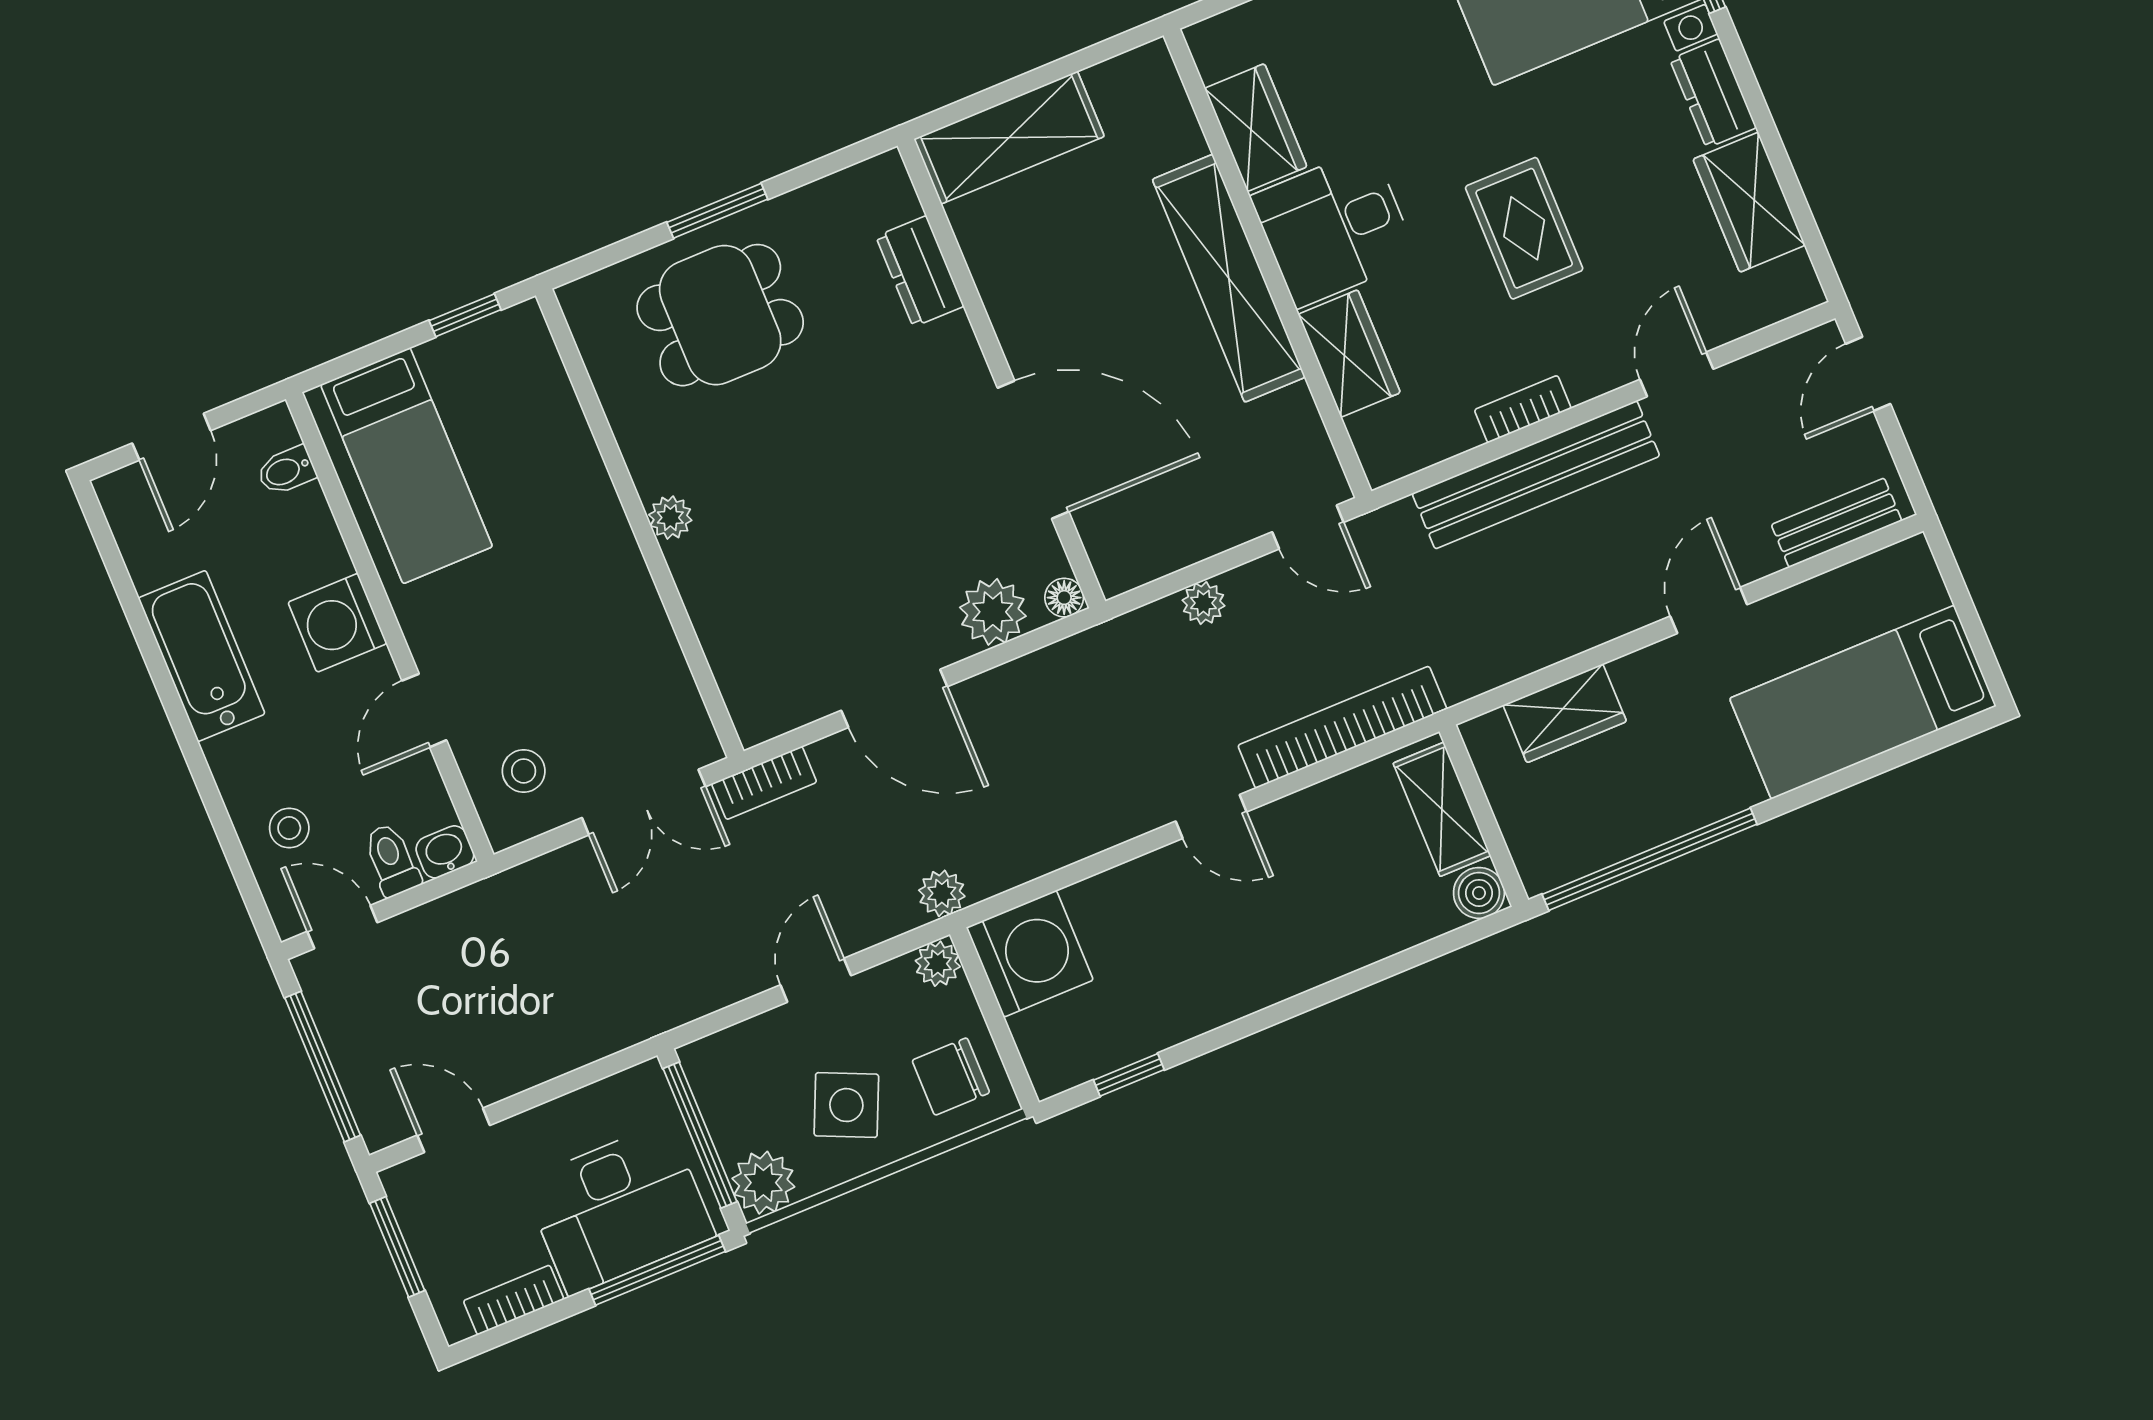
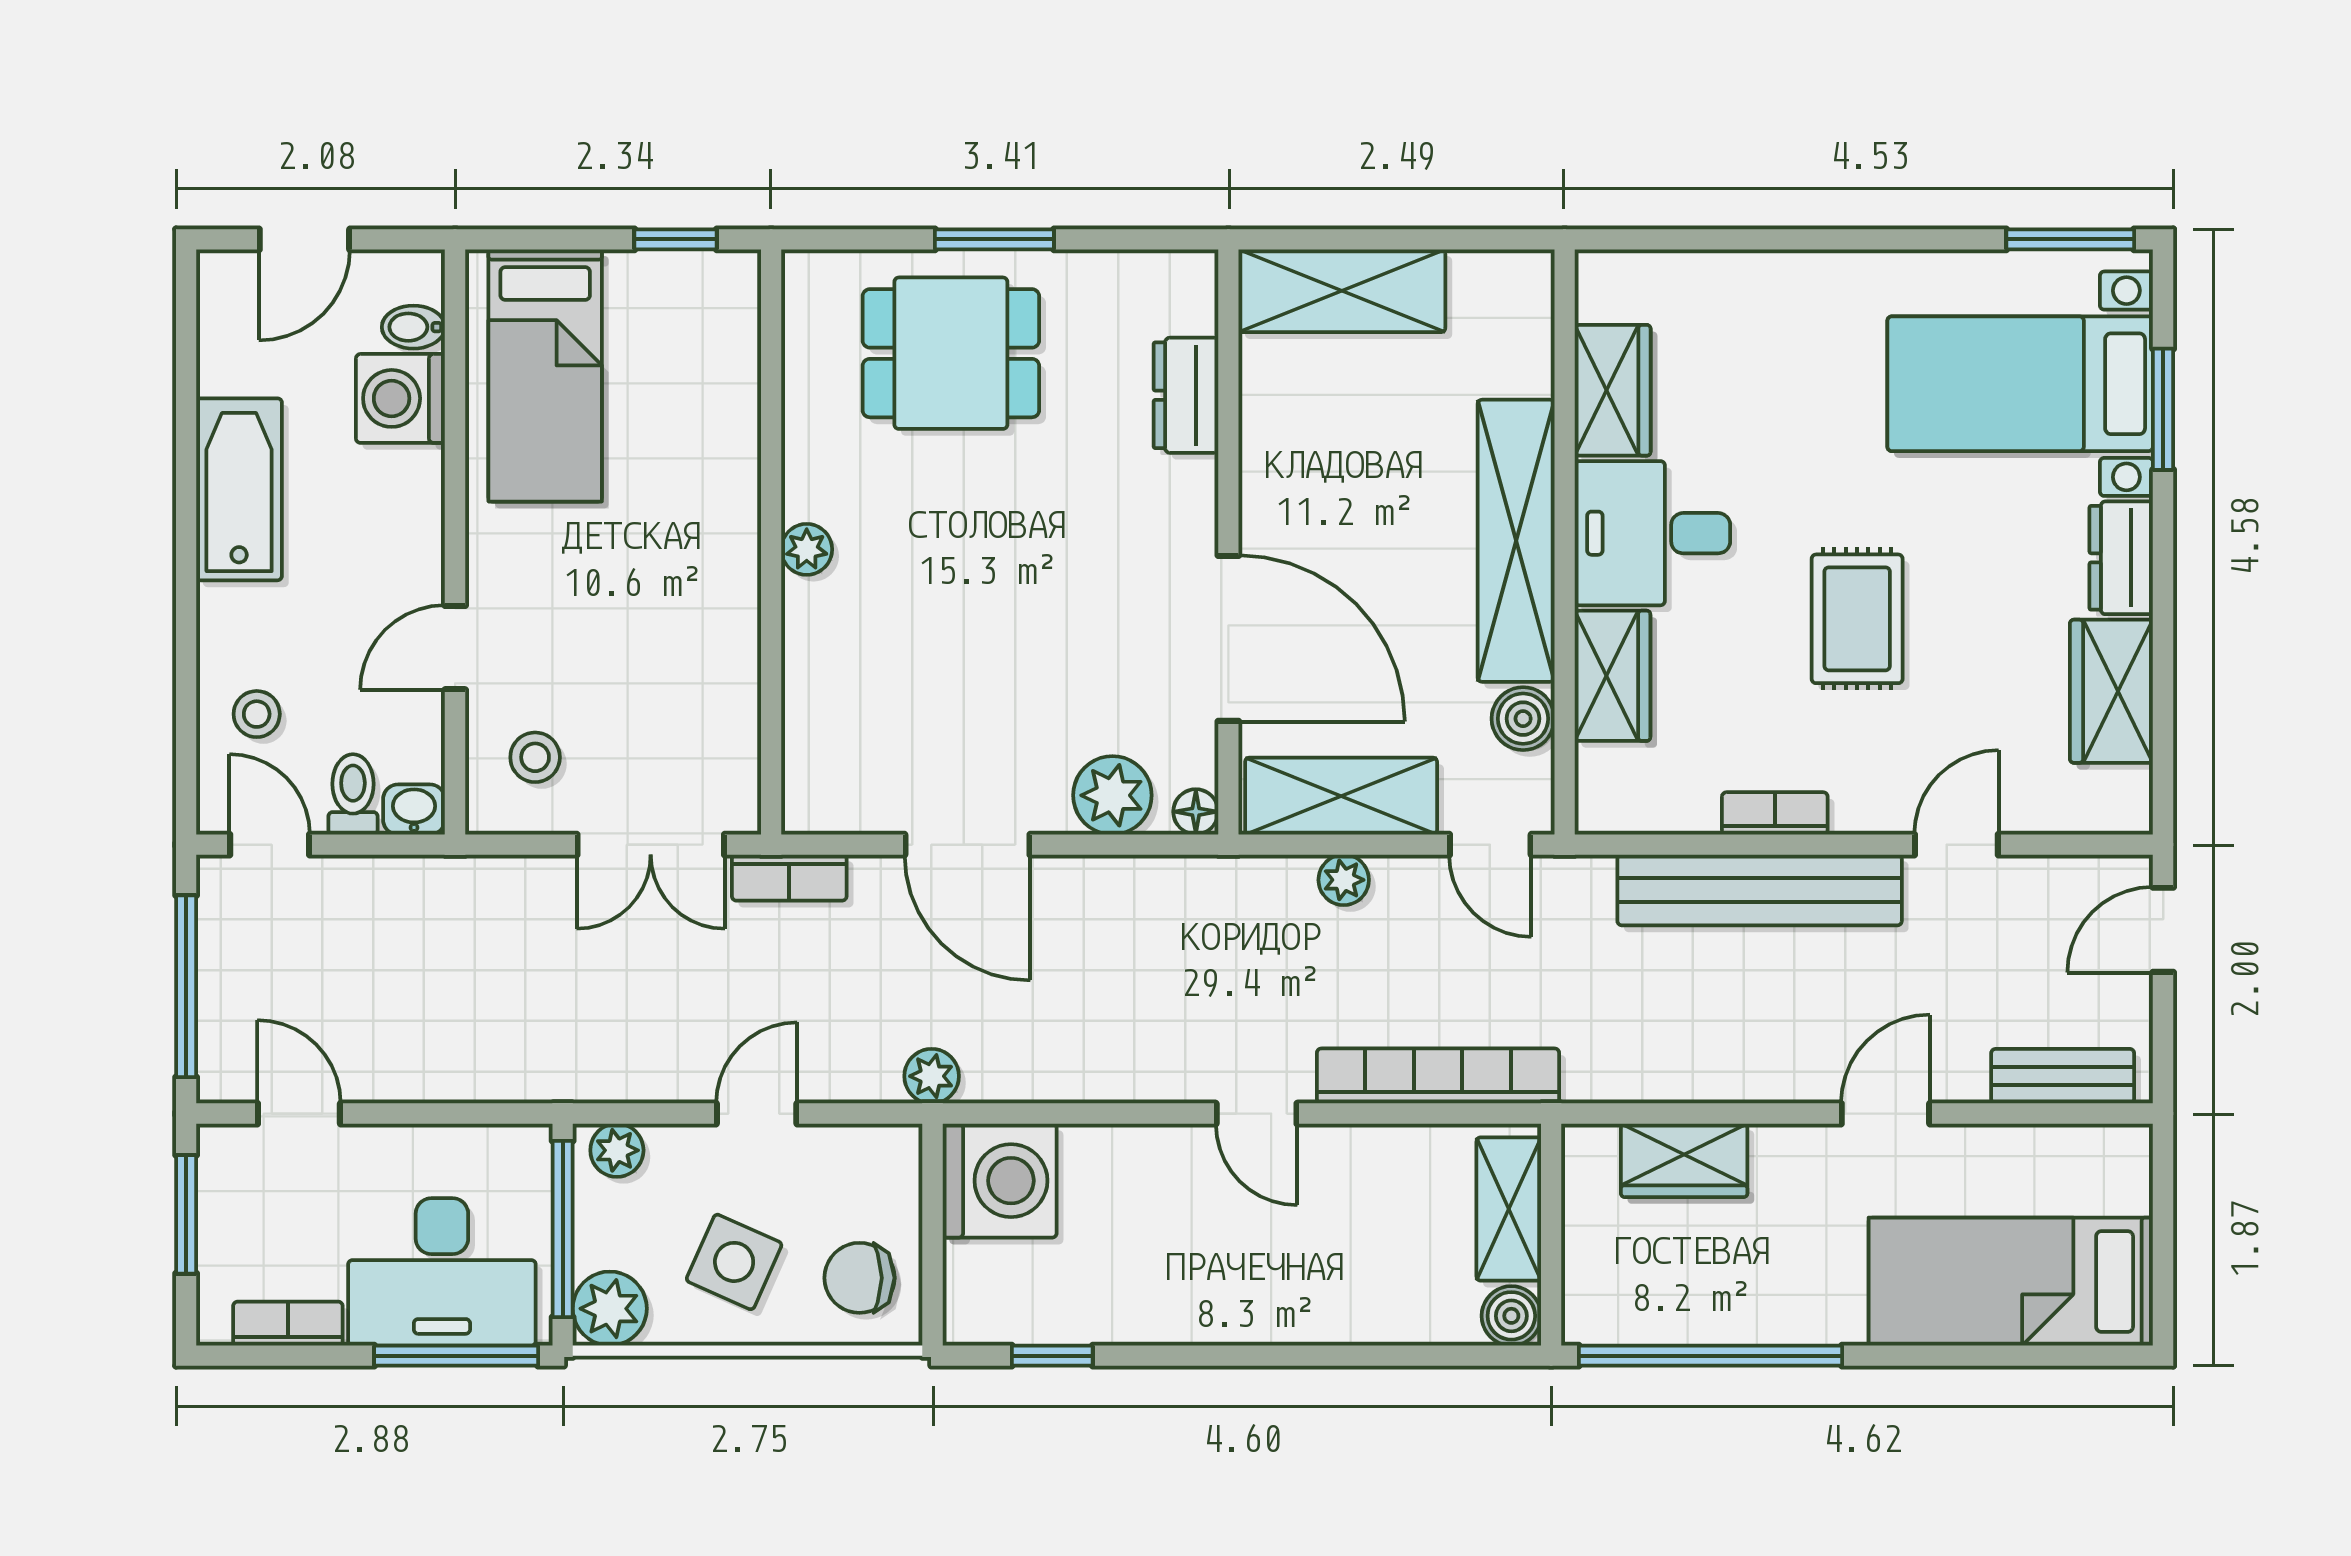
boiler: (1293, 417) -> (1523, 719), added
shelving: (1174, 538) -> (1341, 796), added
washing machine: (337, 623) -> (400, 398), moved
plant: (938, 964) -> (617, 1150), moved

